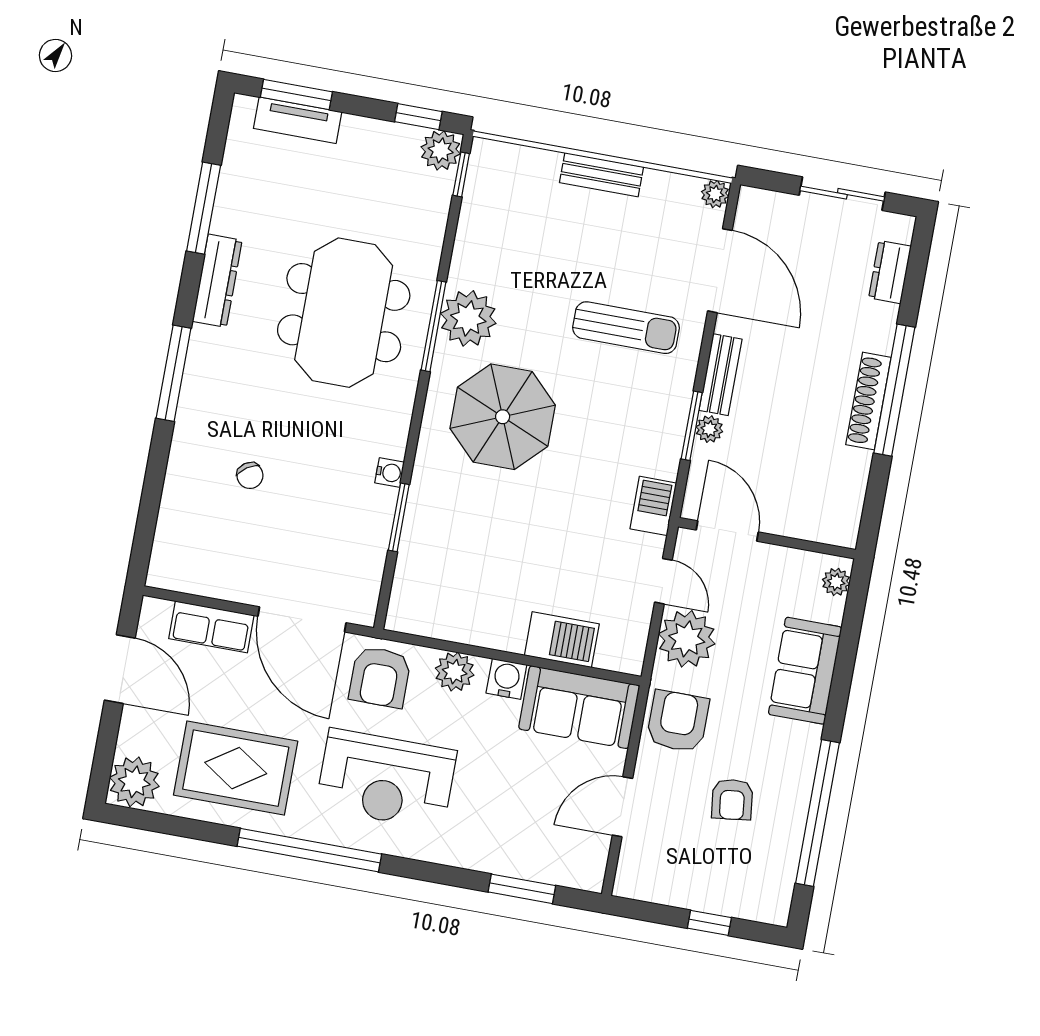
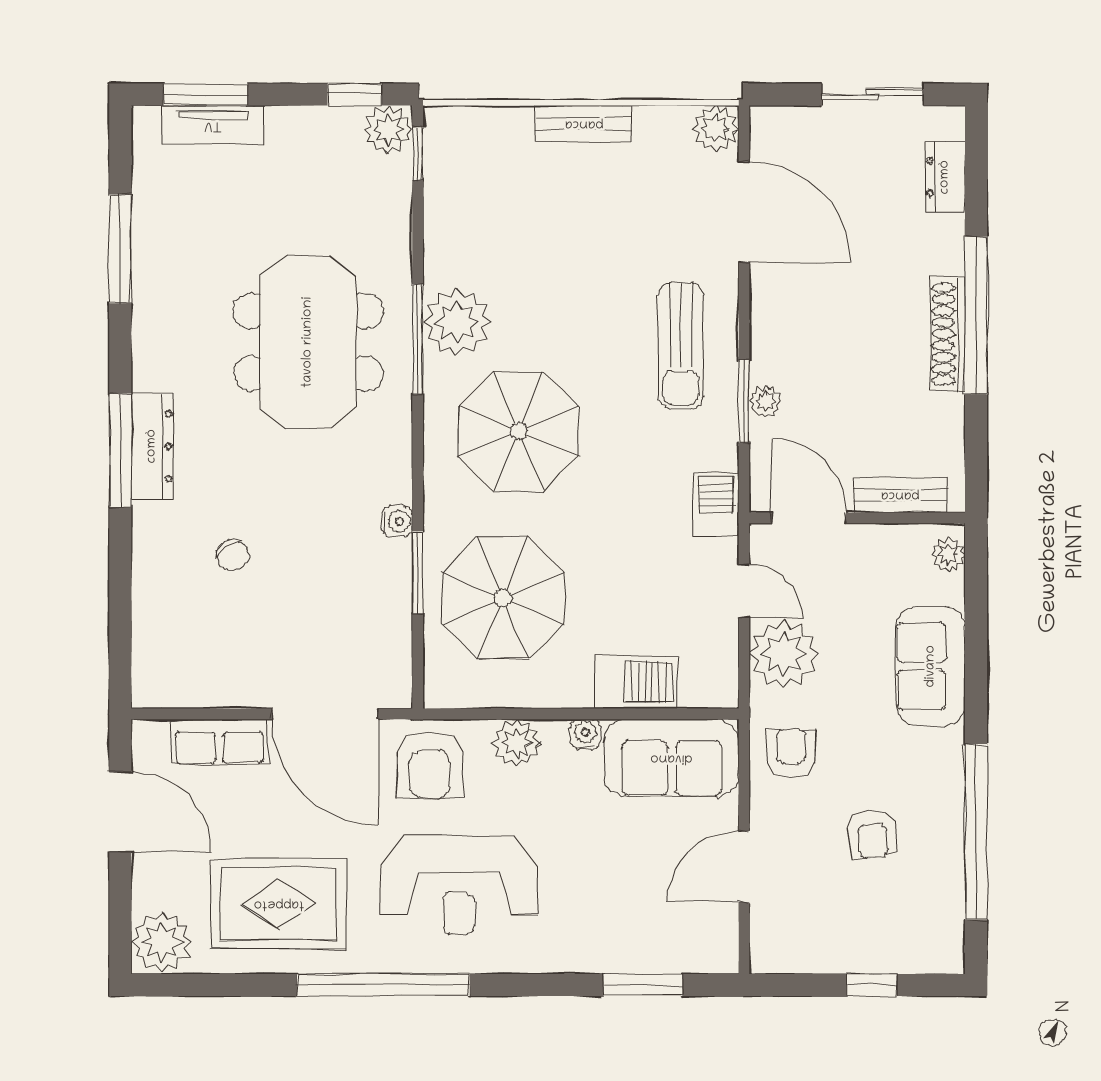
plant: (715, 194) -> (716, 129), width x1.38, depth x1.38
dresser: (217, 281) -> (152, 446), moved
sun lounger: (626, 328) -> (681, 346), moved, turned 90
bench: (720, 375) -> (900, 495), moved, turned 90
parasol: (465, 551) -> (503, 598), added
water cooler: (506, 679) -> (585, 734), width x0.72, depth x0.72
armchair: (678, 721) -> (791, 753), width x0.72, depth x0.72

